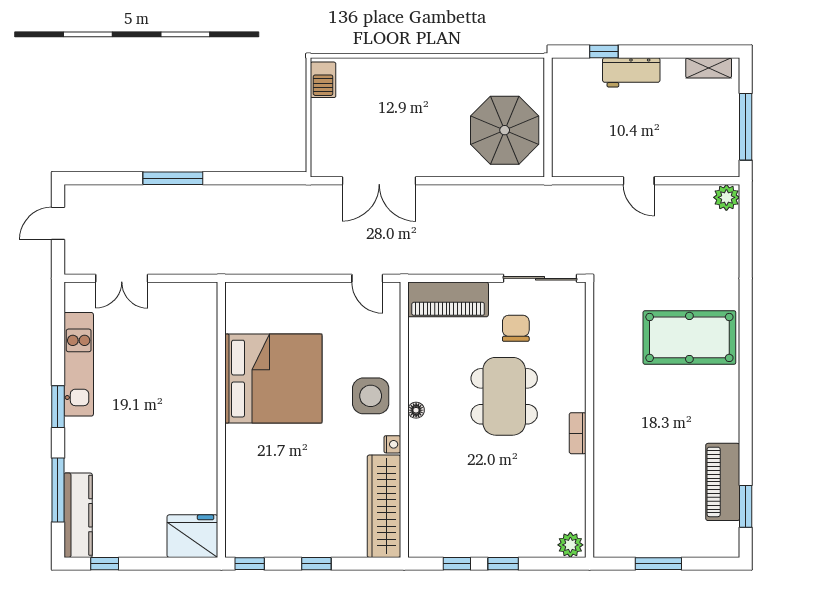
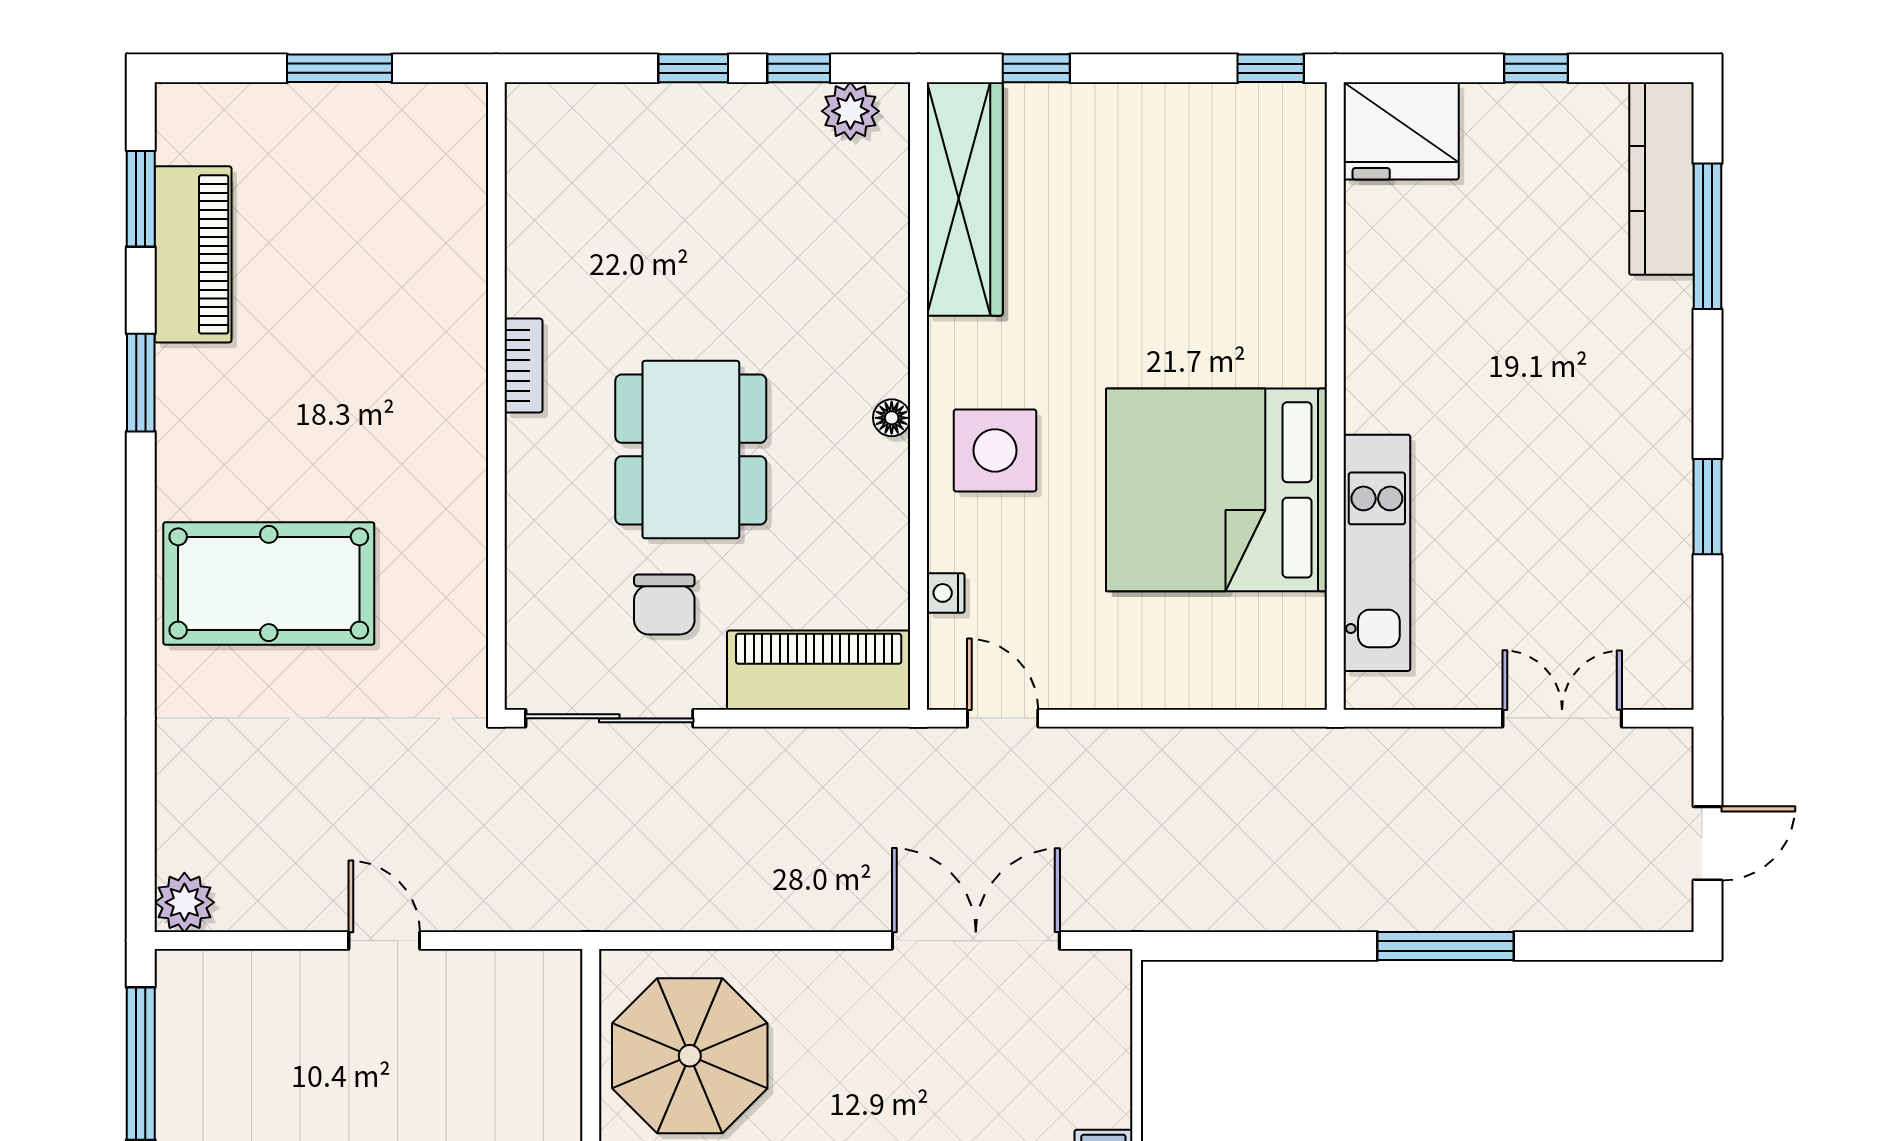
kitchen unit: (79, 364) -> (1377, 553), moved, turned 180
window: (58, 407) -> (1707, 507), moved
window: (746, 426) -> (141, 383), added
nightstand: (392, 444) -> (946, 593), moved
plant: (570, 545) -> (850, 111), moved
window: (105, 564) -> (1536, 68), moved
window: (316, 564) -> (1036, 68), moved

